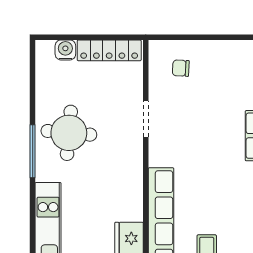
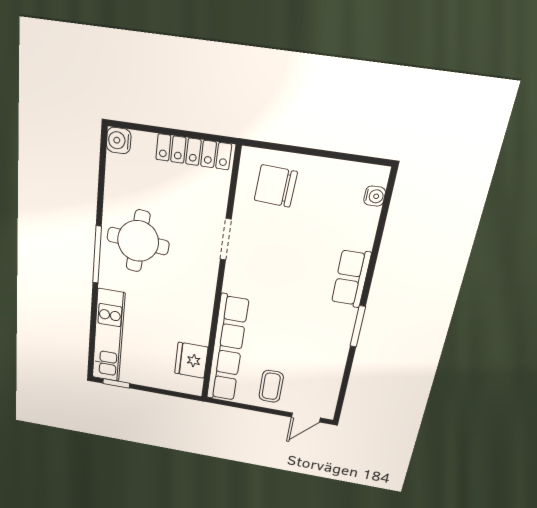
water cooler: (65, 50) -> (119, 140), moved, turned -90
chair: (181, 68) -> (276, 186), width x1.87, depth x1.87

